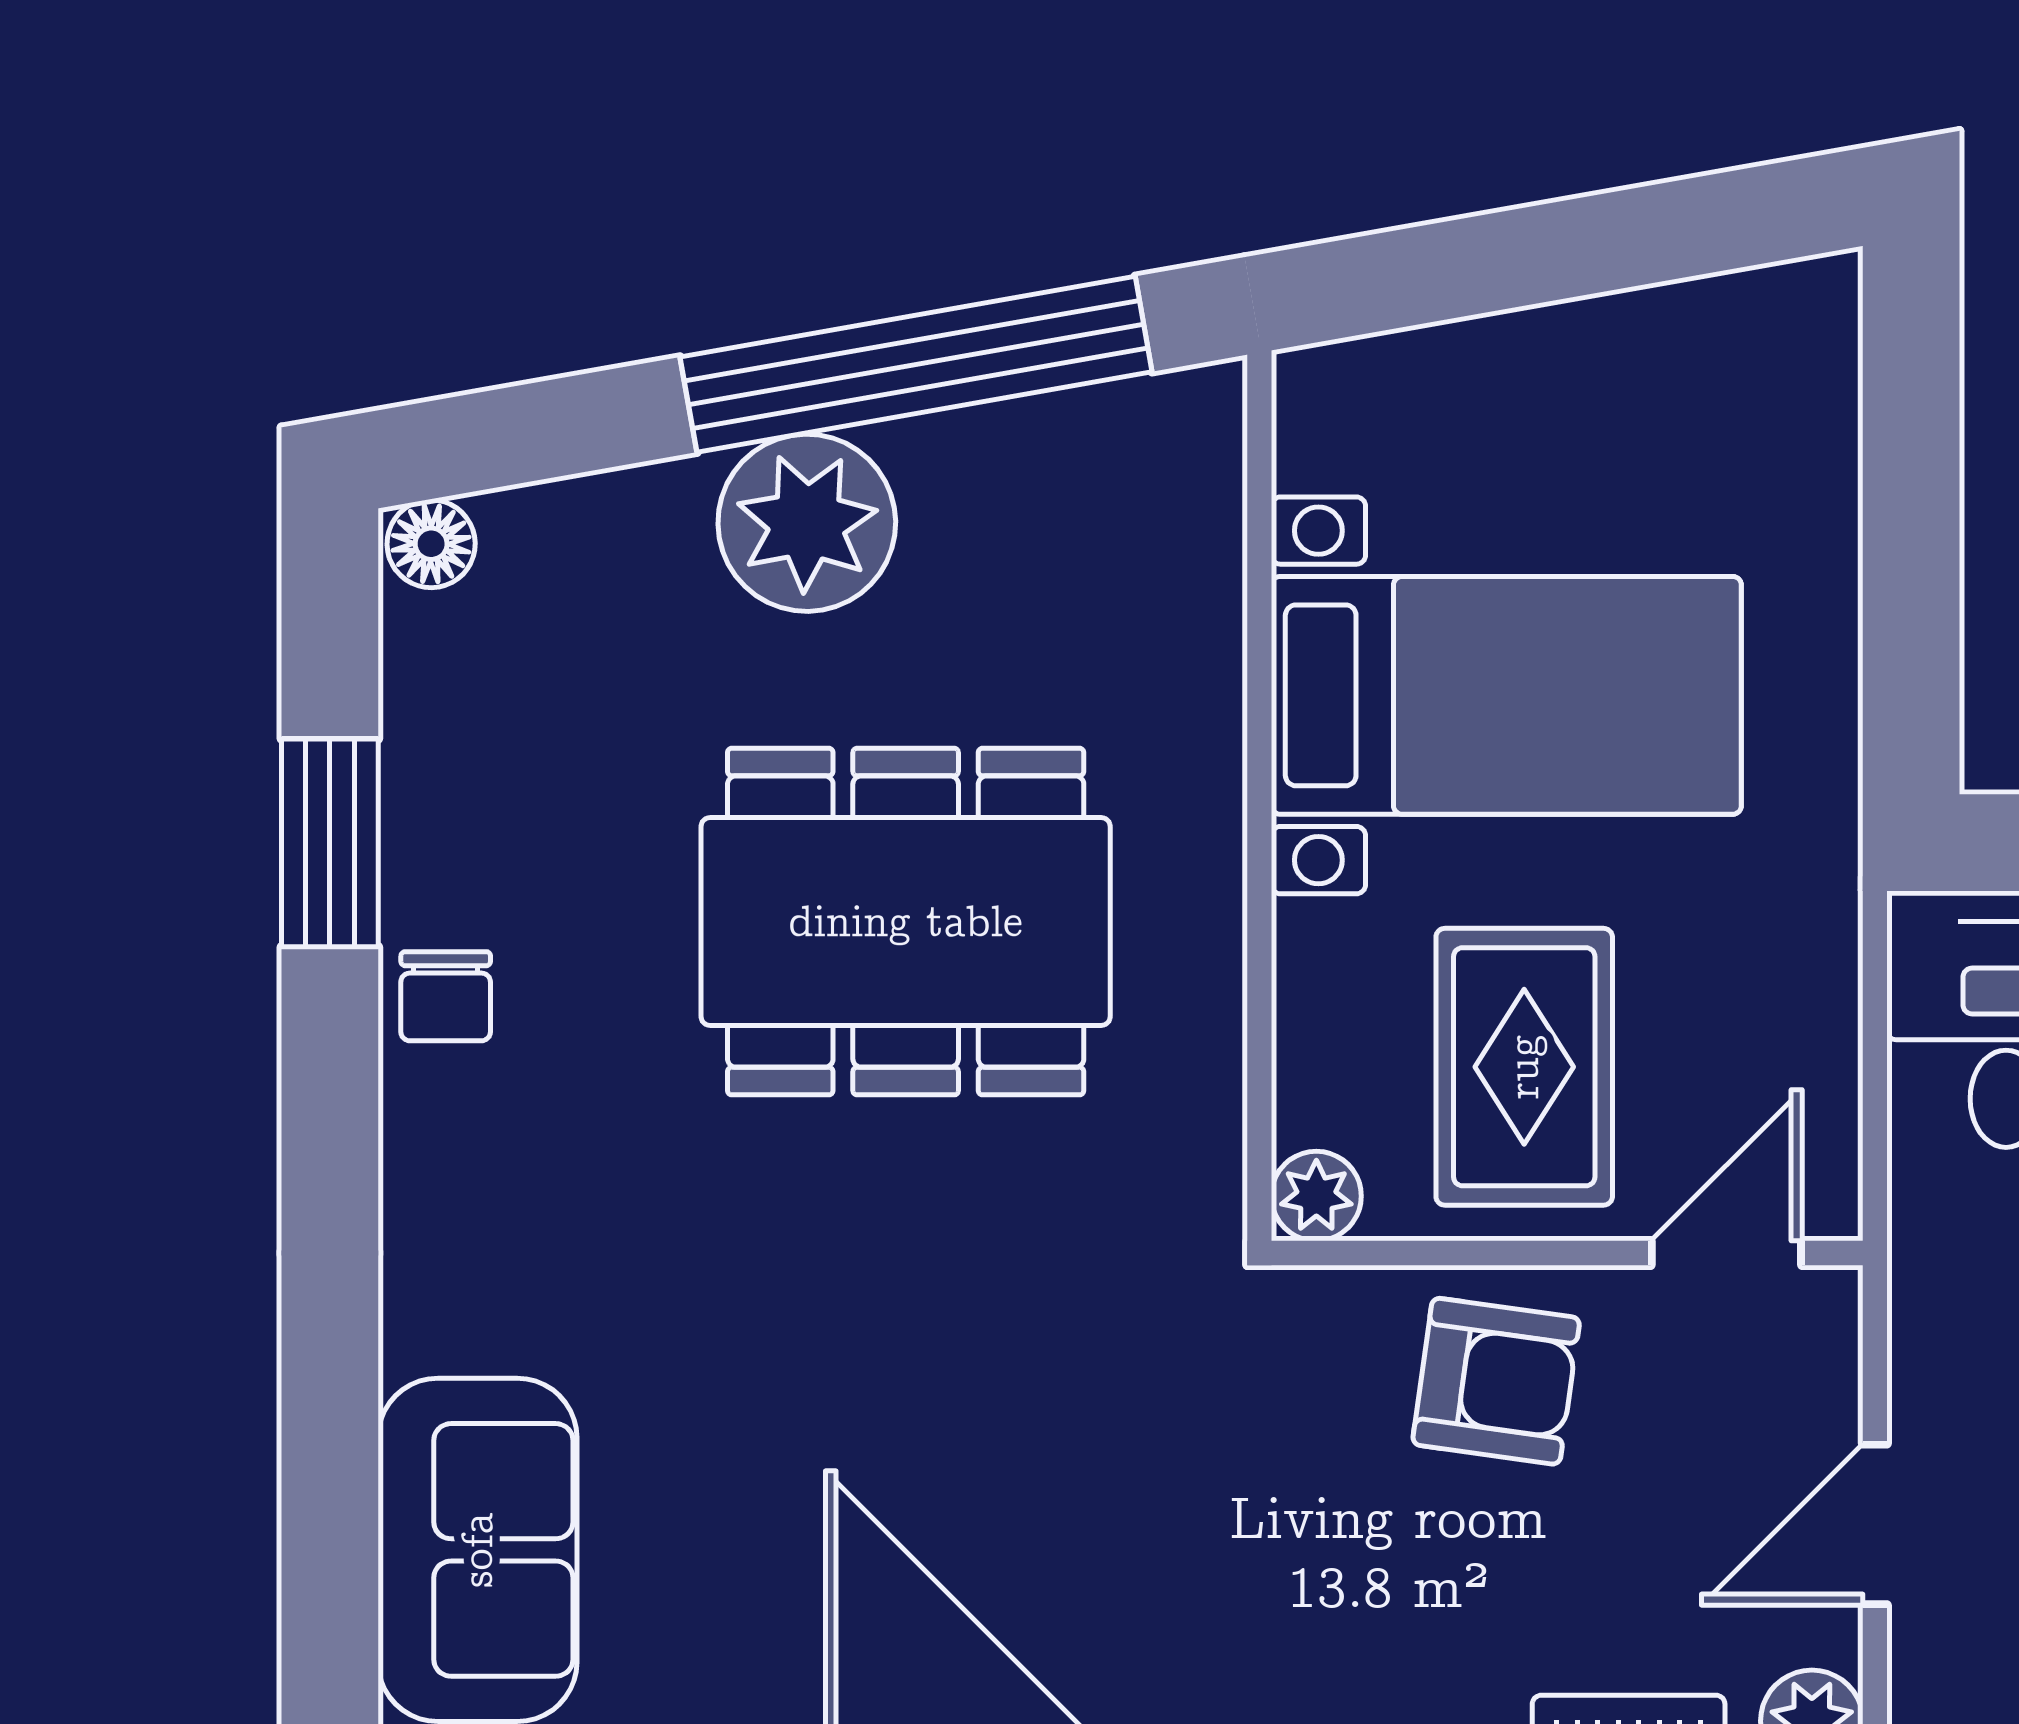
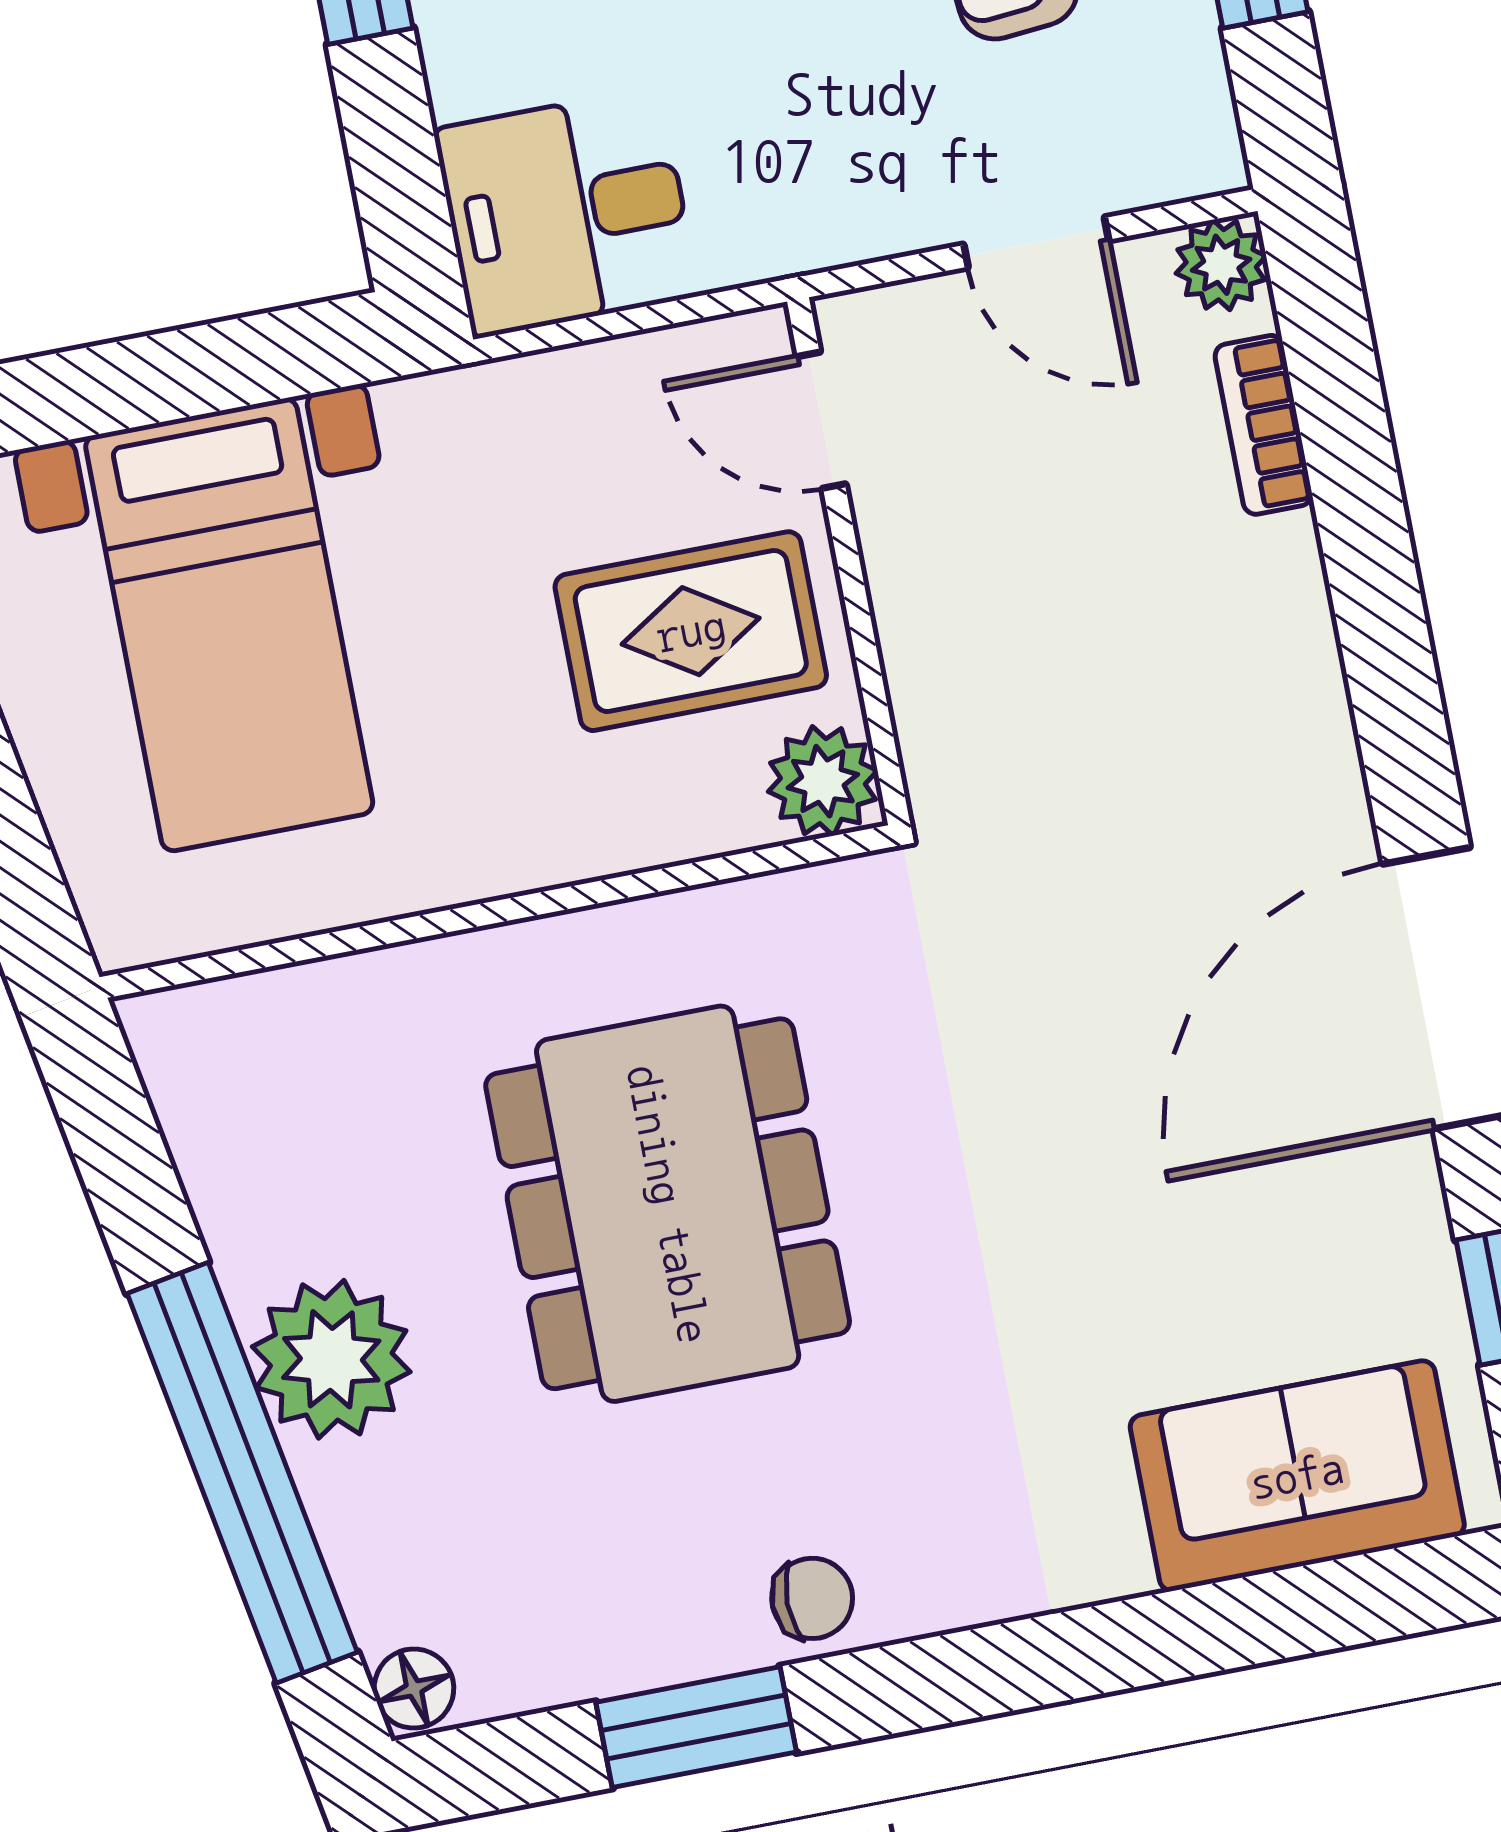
window: (916, 364) -> (242, 1473), moved
bed with nightstands: (1506, 695) -> (229, 625), moved, turned 180
plant: (1316, 1196) -> (823, 781), width x1.38, depth x1.38
armchair: (1496, 1381) -> (974, 602), removed

